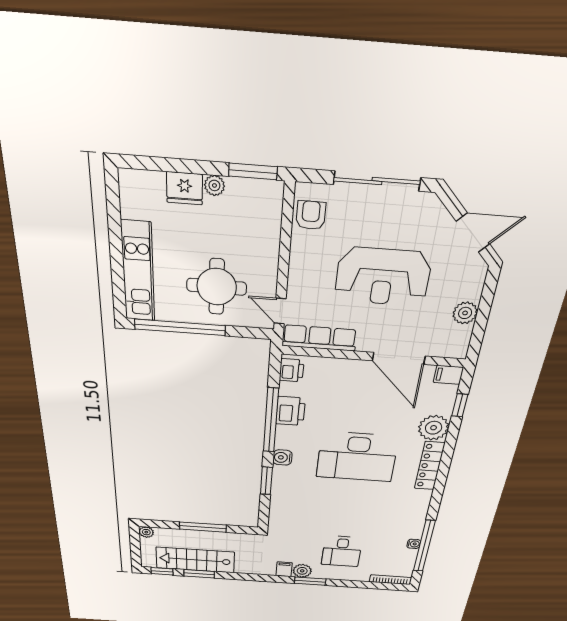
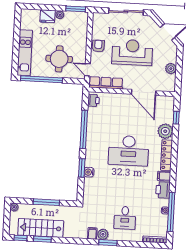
armchair: (311, 215) -> (98, 46), moved
reception desk: (383, 277) -> (132, 52), turned 180
filing cabinet: (448, 375) -> (164, 176), moved
printer: (290, 411) -> (163, 190), moved, turned 180
water cooler: (282, 457) -> (89, 172), moved

